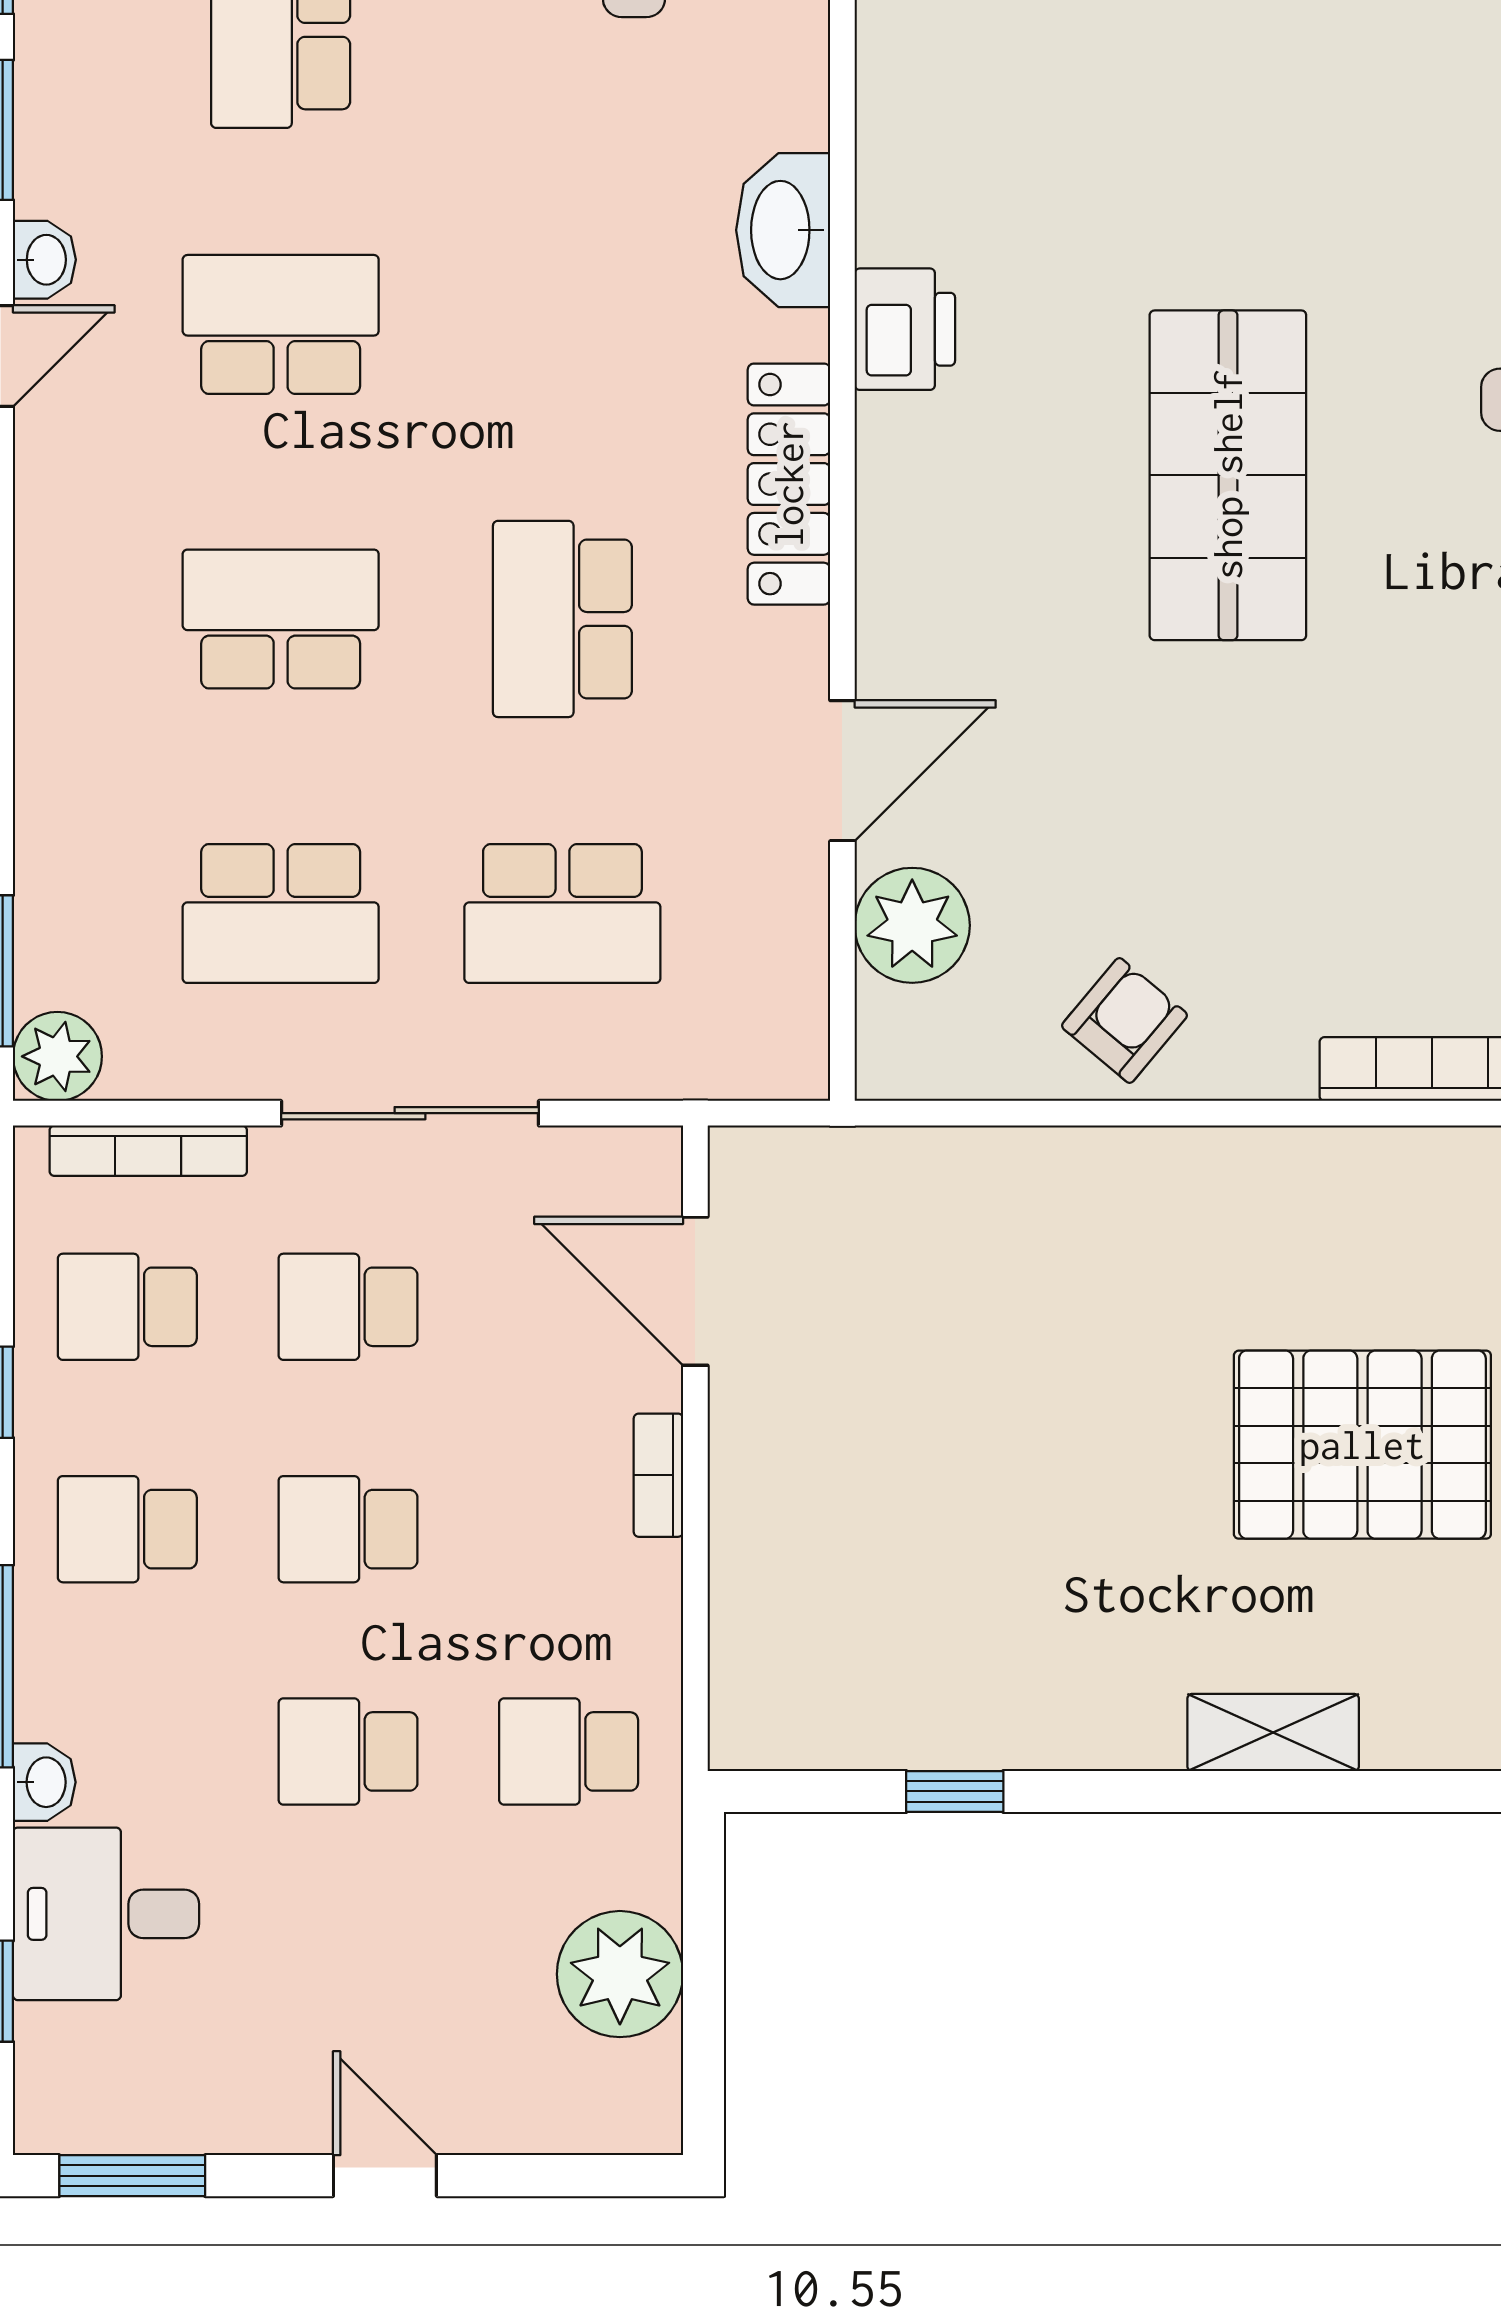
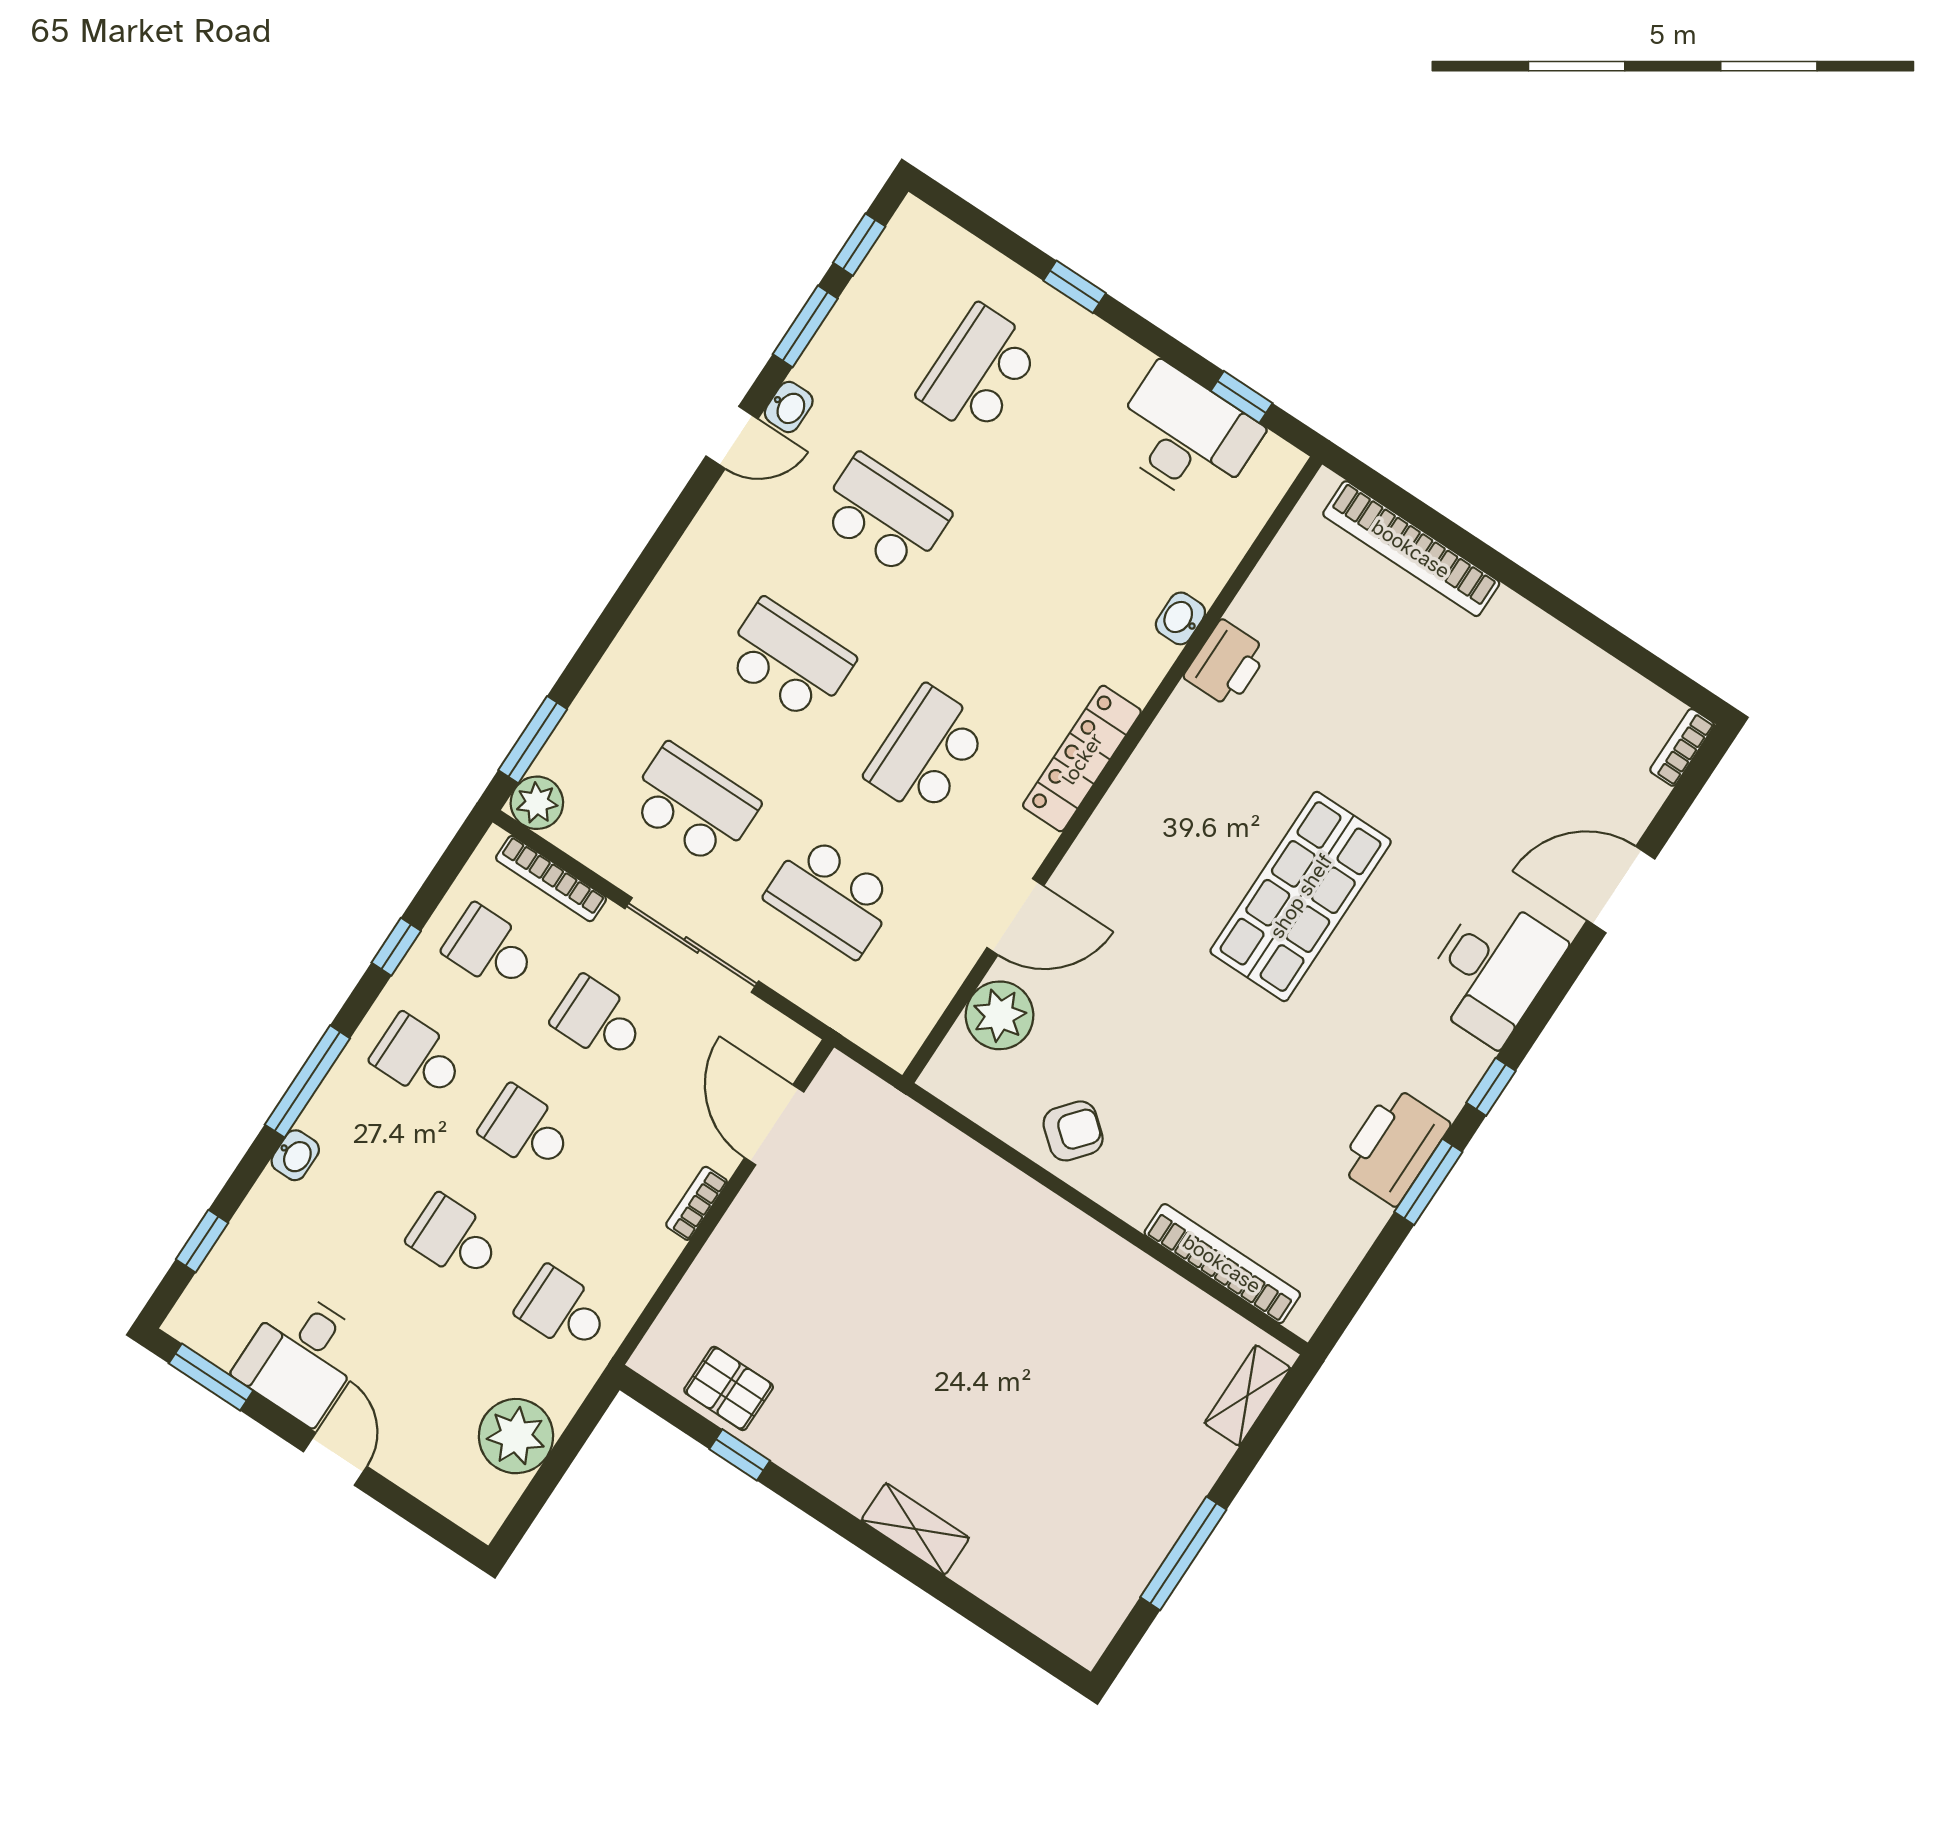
washbasin: (783, 230) -> (1180, 618), width x0.52, depth x0.69
printer: (905, 329) -> (1226, 664), moved
school desk: (281, 914) -> (693, 805), turned 180
pallet: (1362, 1445) -> (729, 1388), moved, width x0.49, depth x0.50
desk: (106, 1914) -> (301, 1357), moved, turned -90

